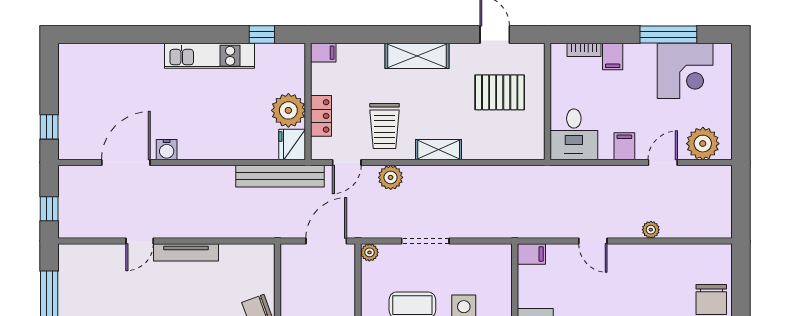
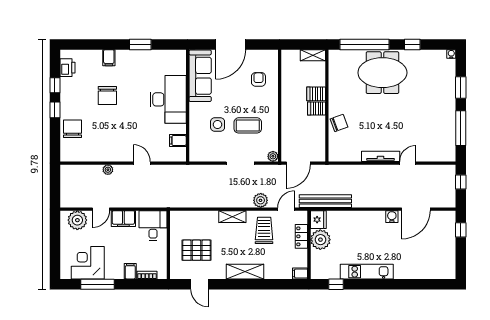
filing cabinet: (624, 146) -> (123, 219), width x2.00
filing cabinet: (531, 254) -> (178, 140), moved

